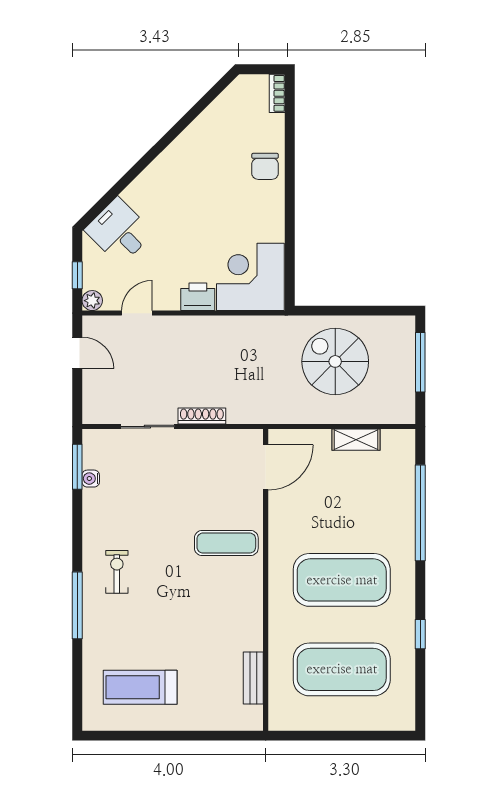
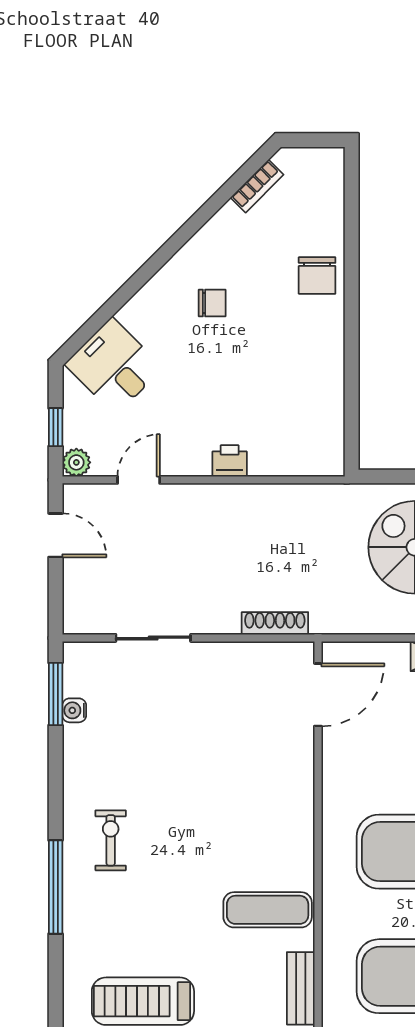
bookcase: (277, 93) -> (257, 186), moved, turned -135
chair: (190, 186) -> (212, 303), added
corner desk: (250, 277) -> (297, 429), removed
printer: (198, 297) -> (230, 461), width x0.73, depth x0.81
shoe rack: (202, 416) -> (275, 623), moved
exercise mat: (226, 543) -> (268, 910), moved

